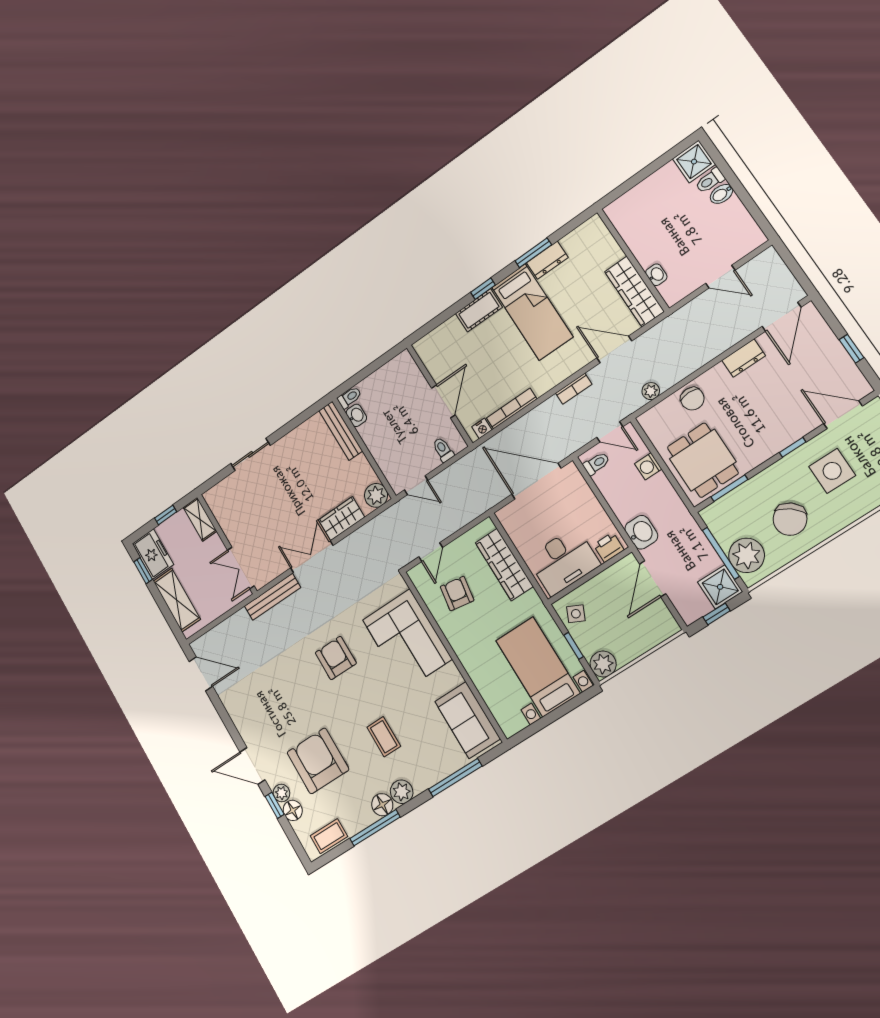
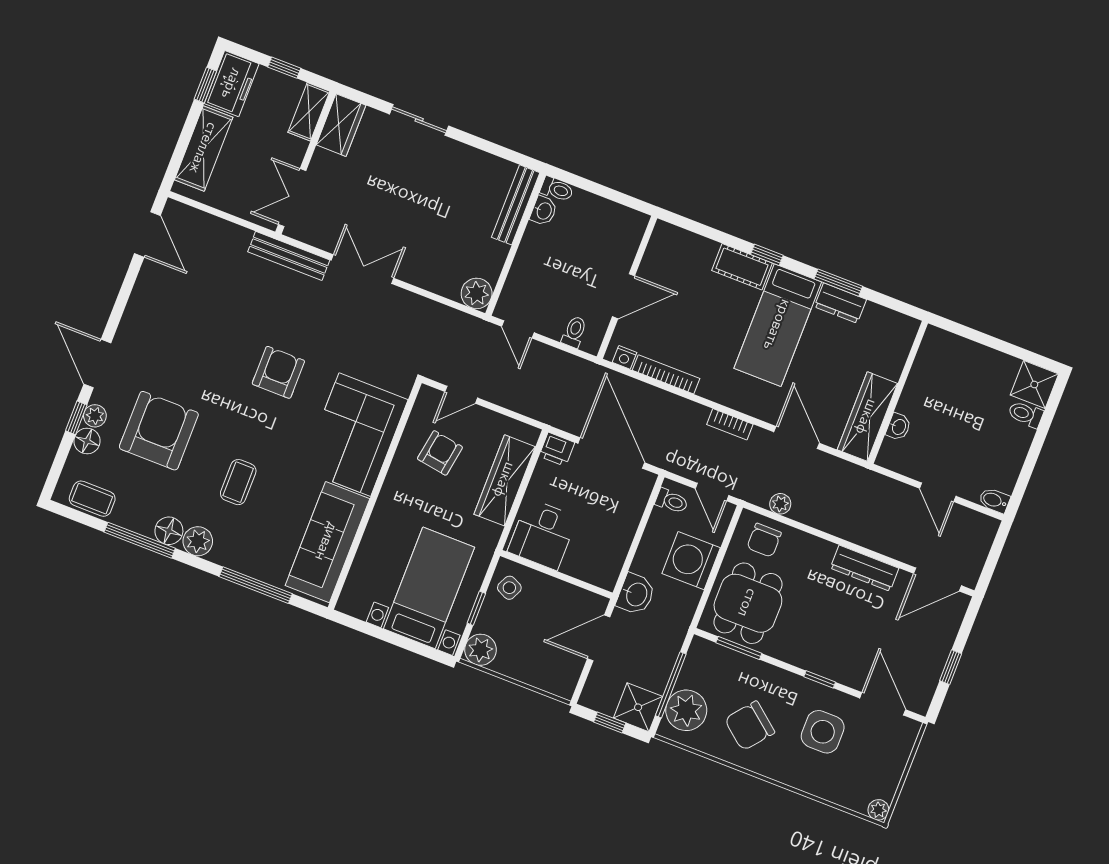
bidet: (721, 194) -> (994, 500), moved
dresser: (744, 358) -> (865, 568), width x1.44
chair: (692, 399) -> (764, 540), moved
washing machine: (648, 466) -> (691, 561), width x1.89, depth x1.89
wardrobe: (341, 519) -> (341, 125), moved, turned 90
printer: (609, 547) -> (557, 449), moved, turned 180
desk: (563, 561) -> (543, 534), width x0.73
sofa: (467, 720) -> (327, 542), width x1.36

